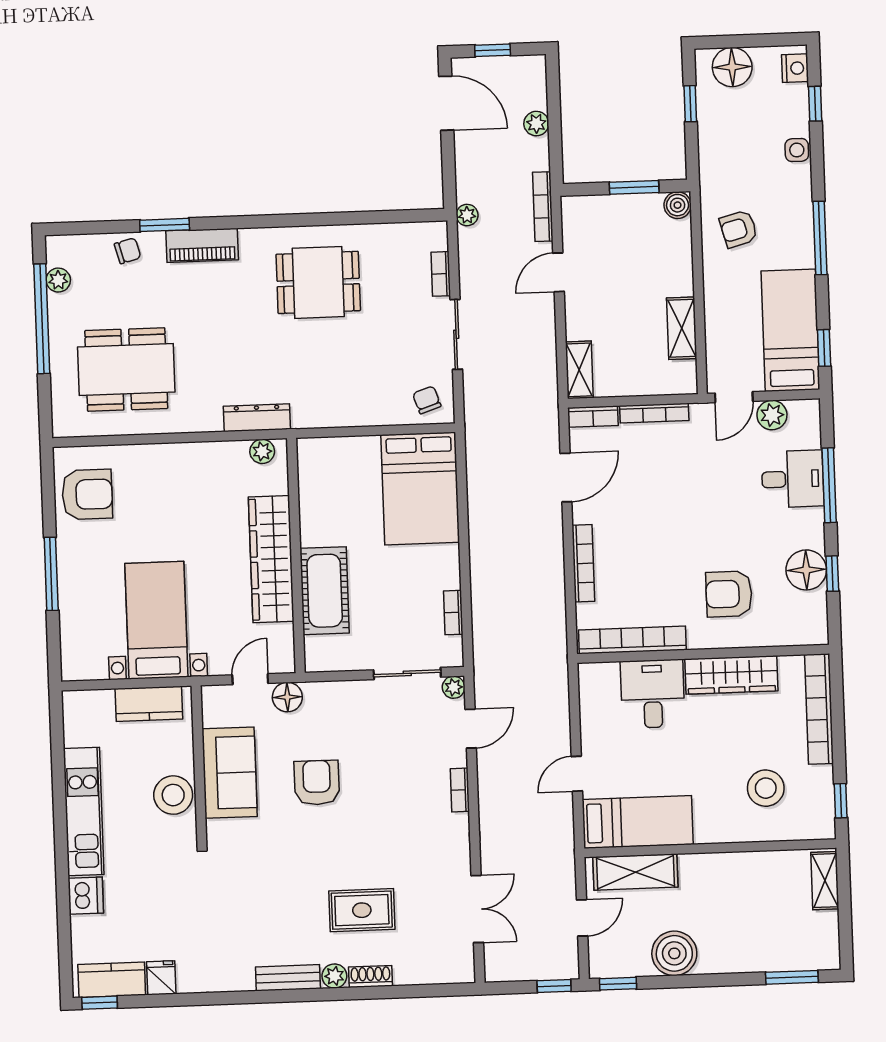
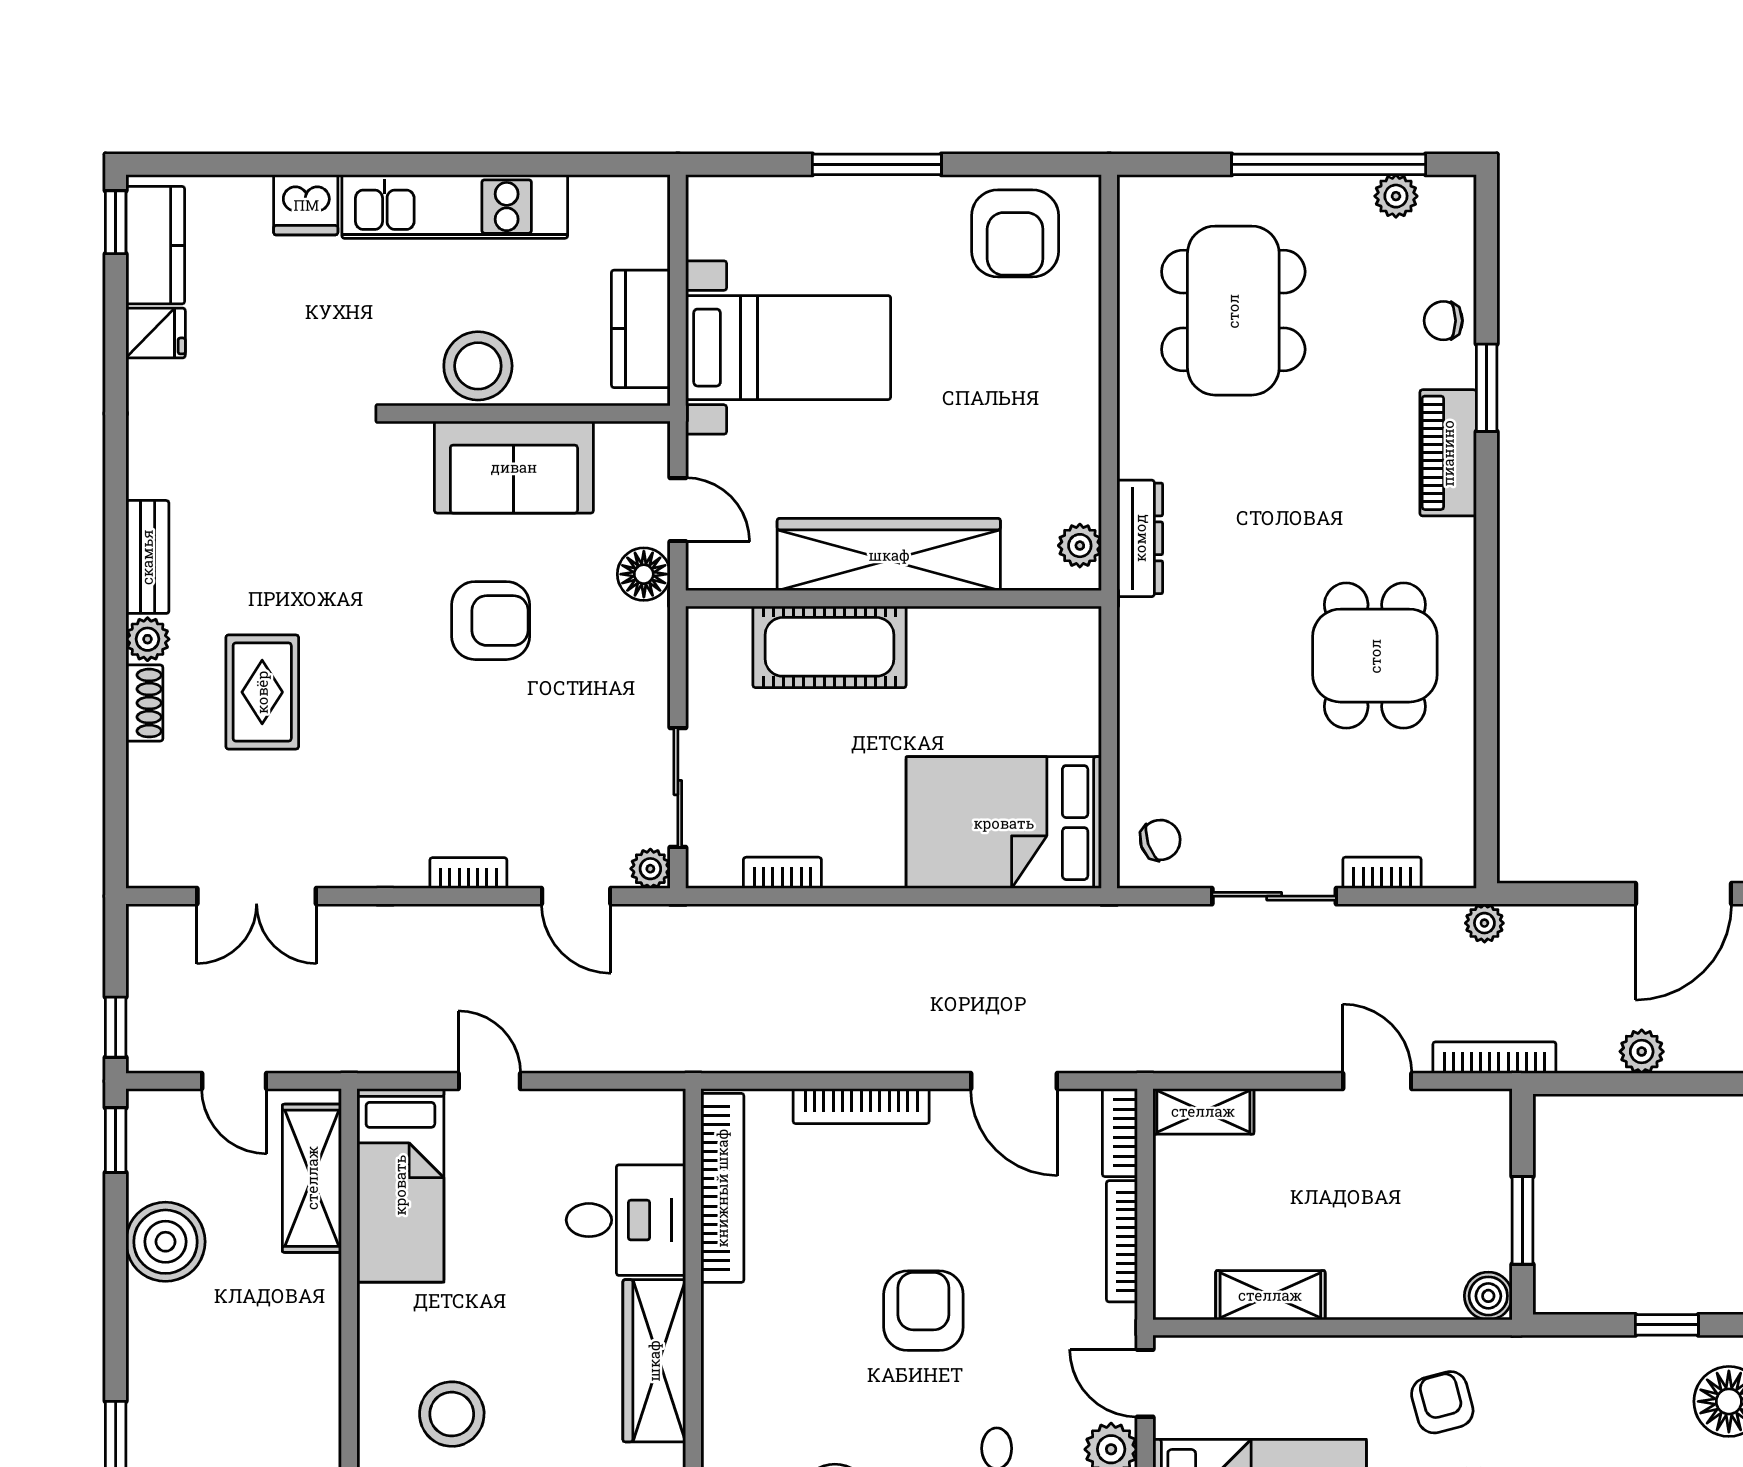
chair: (128, 251) -> (1443, 321), turned 105
armchair: (729, 594) -> (923, 1311), moved

